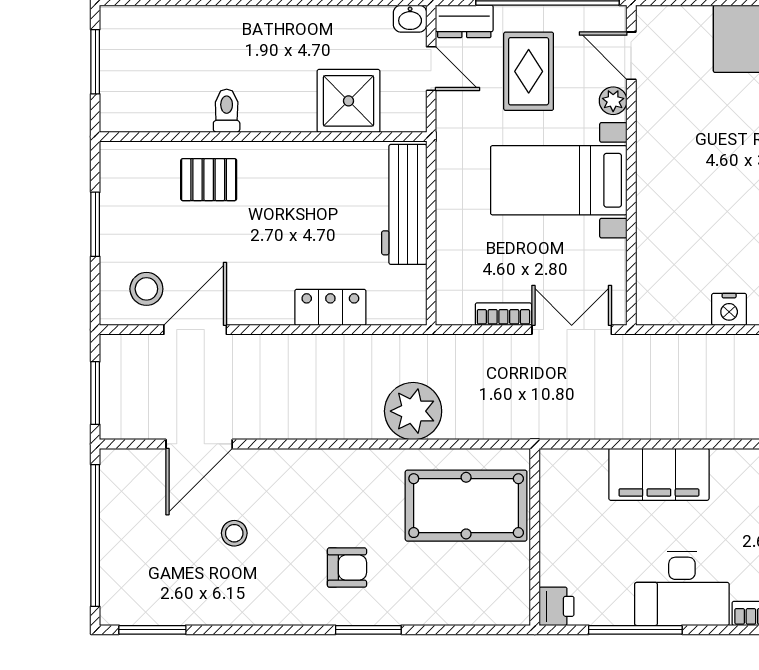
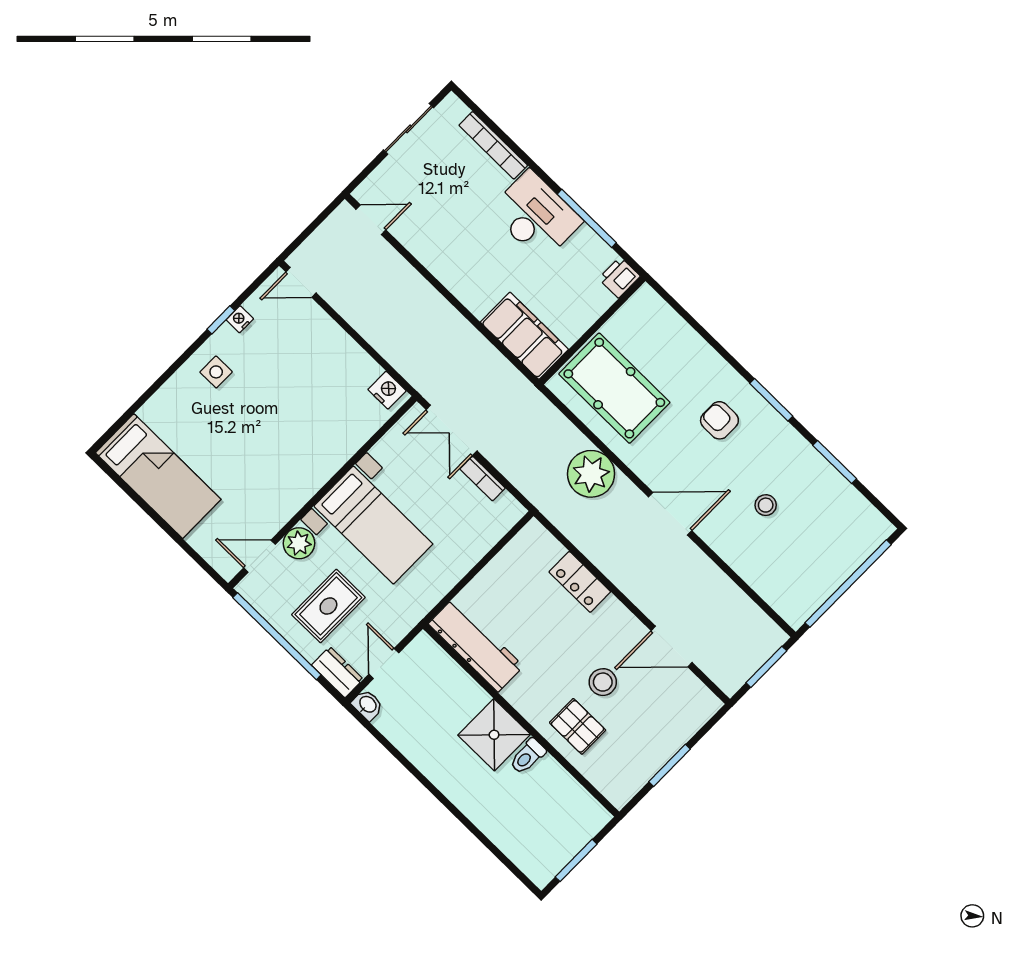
door: (631, 56) -> (260, 556), swing flipped
shower: (348, 101) -> (494, 735), moved
plant: (613, 101) -> (299, 543), width x1.38, depth x1.38
workbench: (404, 204) -> (476, 645), moved, turned -90
stool: (146, 289) -> (603, 682), moved
nightstand: (729, 309) -> (387, 390), moved
door: (199, 444) -> (670, 514), moved
filing cabinet: (659, 474) -> (524, 336), moved
window: (152, 630) -> (835, 462), moved
window: (368, 630) -> (771, 400), moved

